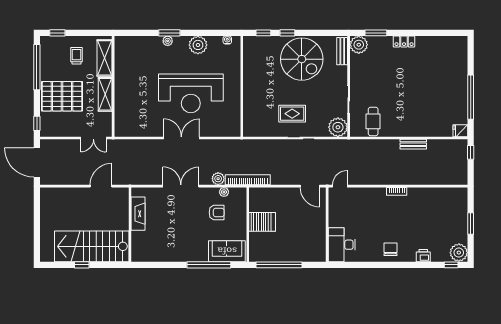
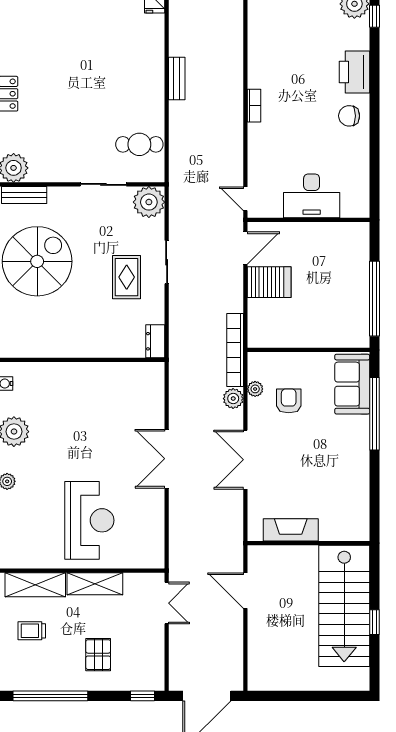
reception desk: (191, 93) -> (89, 520), moved, width x0.74, depth x0.77
pallet: (62, 96) -> (98, 655), width x0.49, depth x0.50
dresser: (253, 131) -> (155, 341), added
server rack: (262, 222) -> (269, 282), moved, turned 90
desk: (342, 245) -> (312, 196), moved
printer: (423, 256) -> (354, 72), width x1.87, depth x1.48

